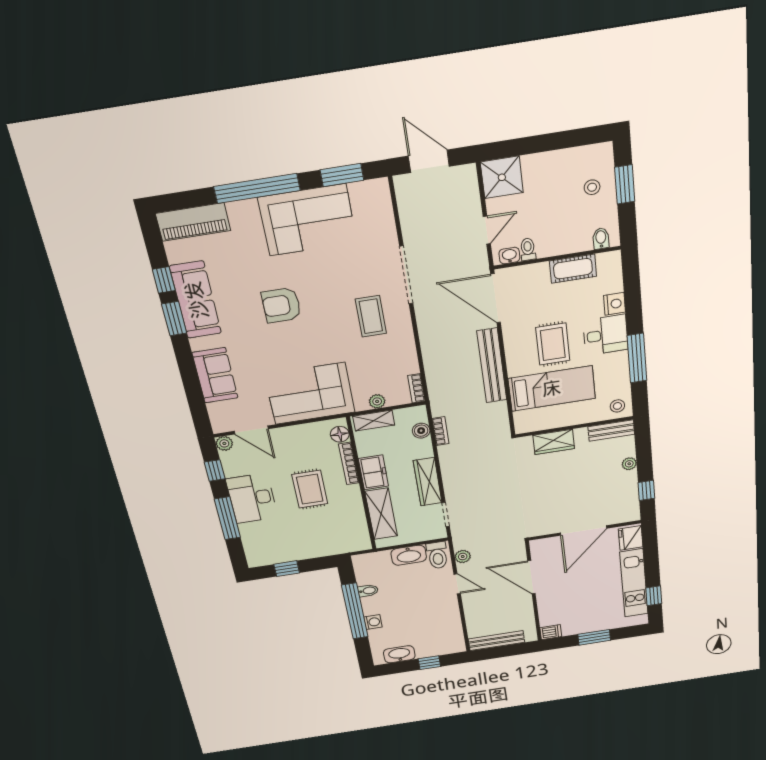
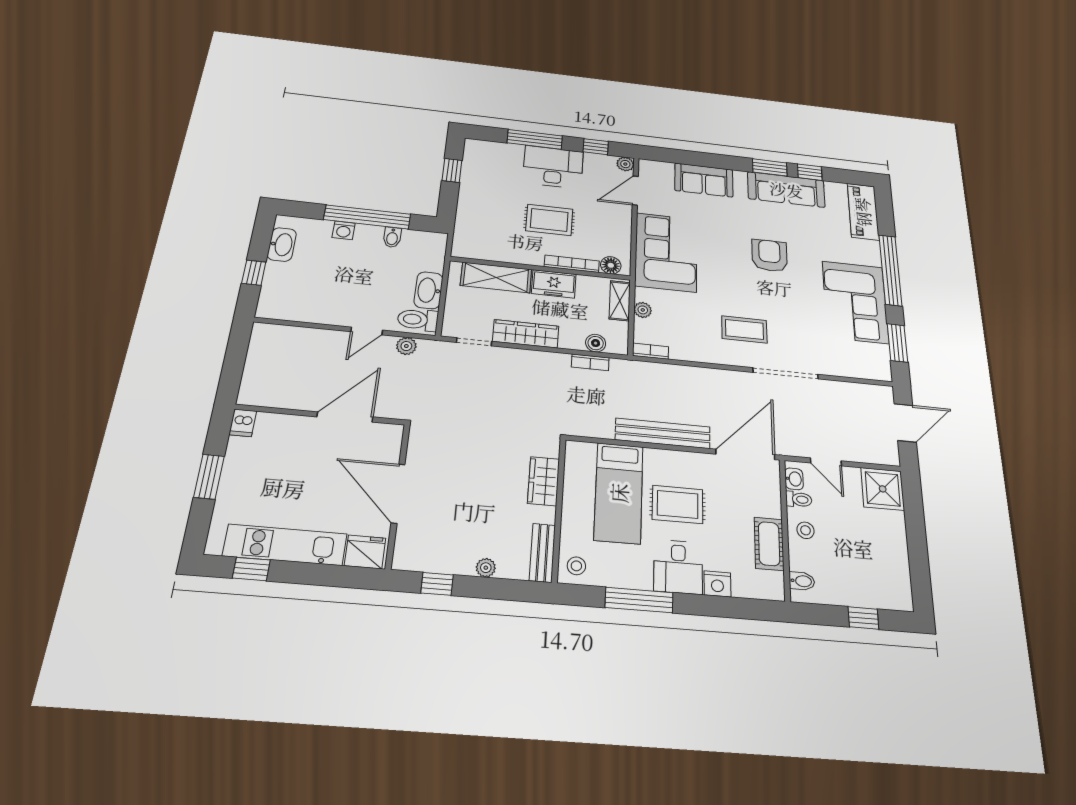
window: (625, 184) -> (863, 618), width x0.67
stool: (592, 187) -> (806, 530), moved
bench: (496, 641) -> (257, 355), removed

